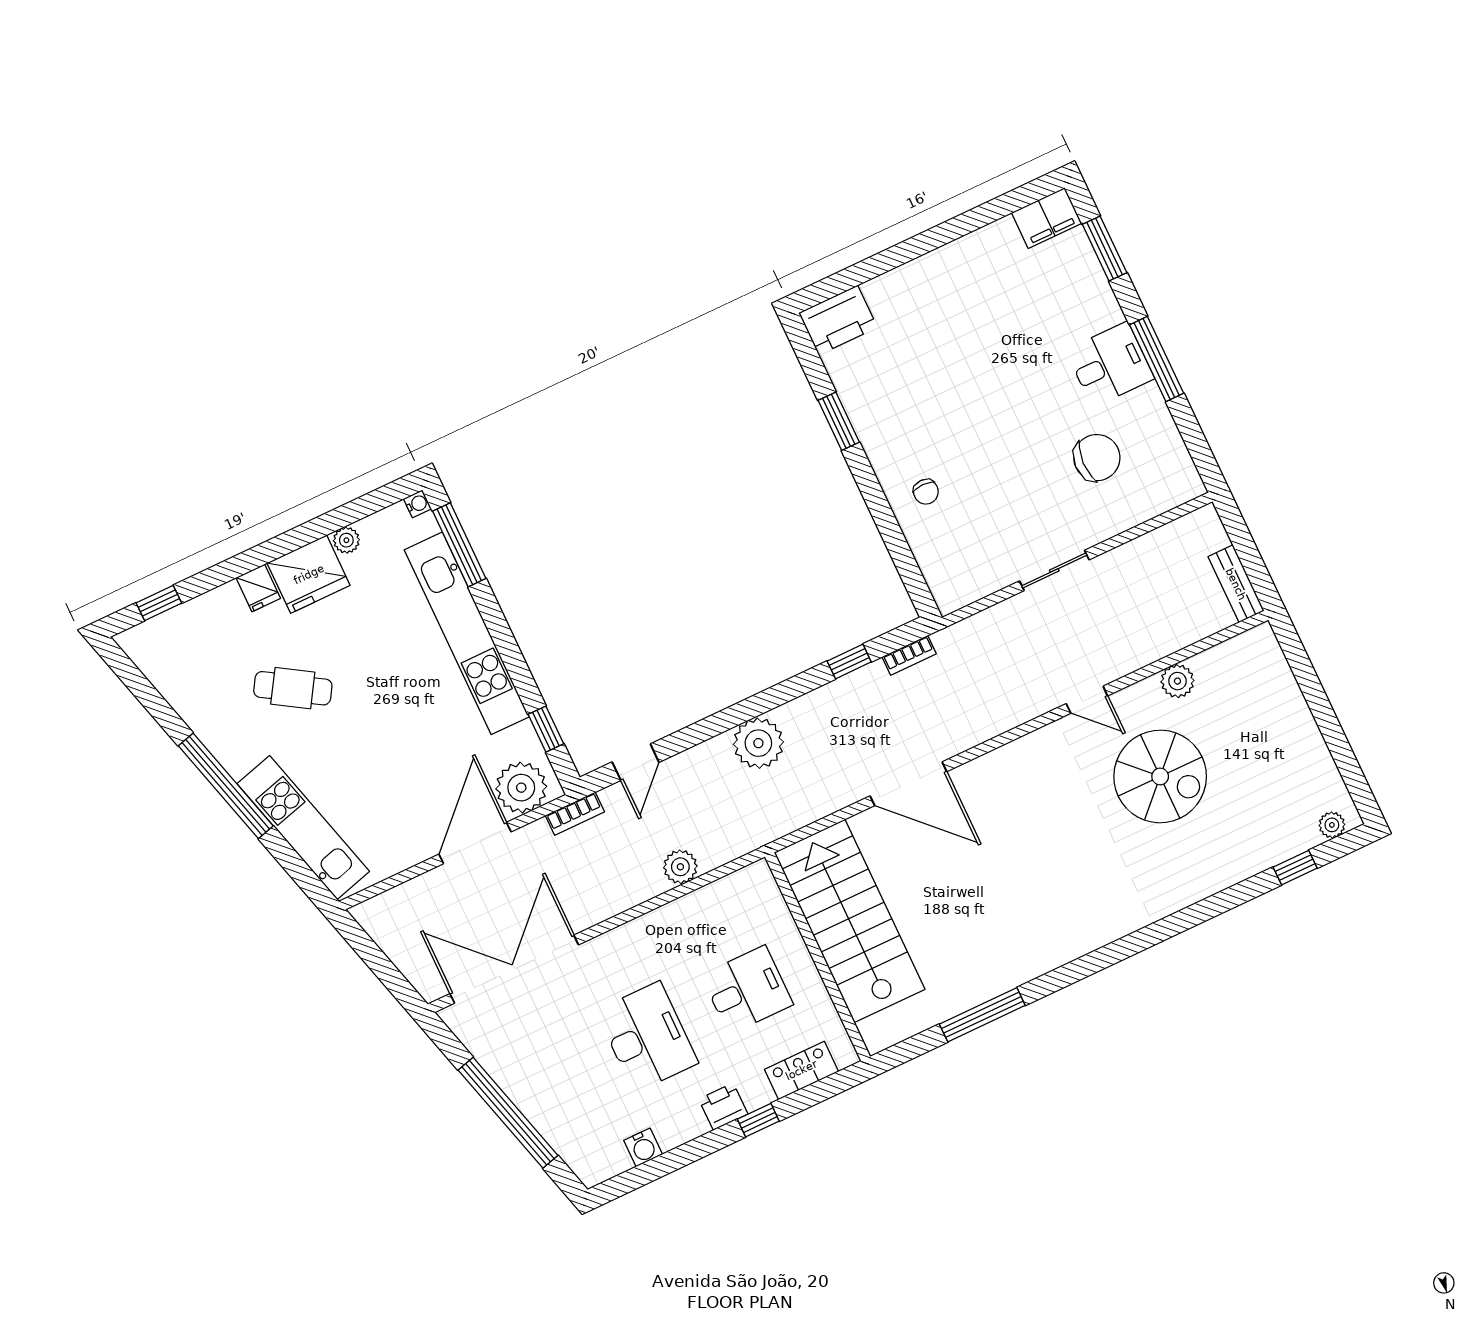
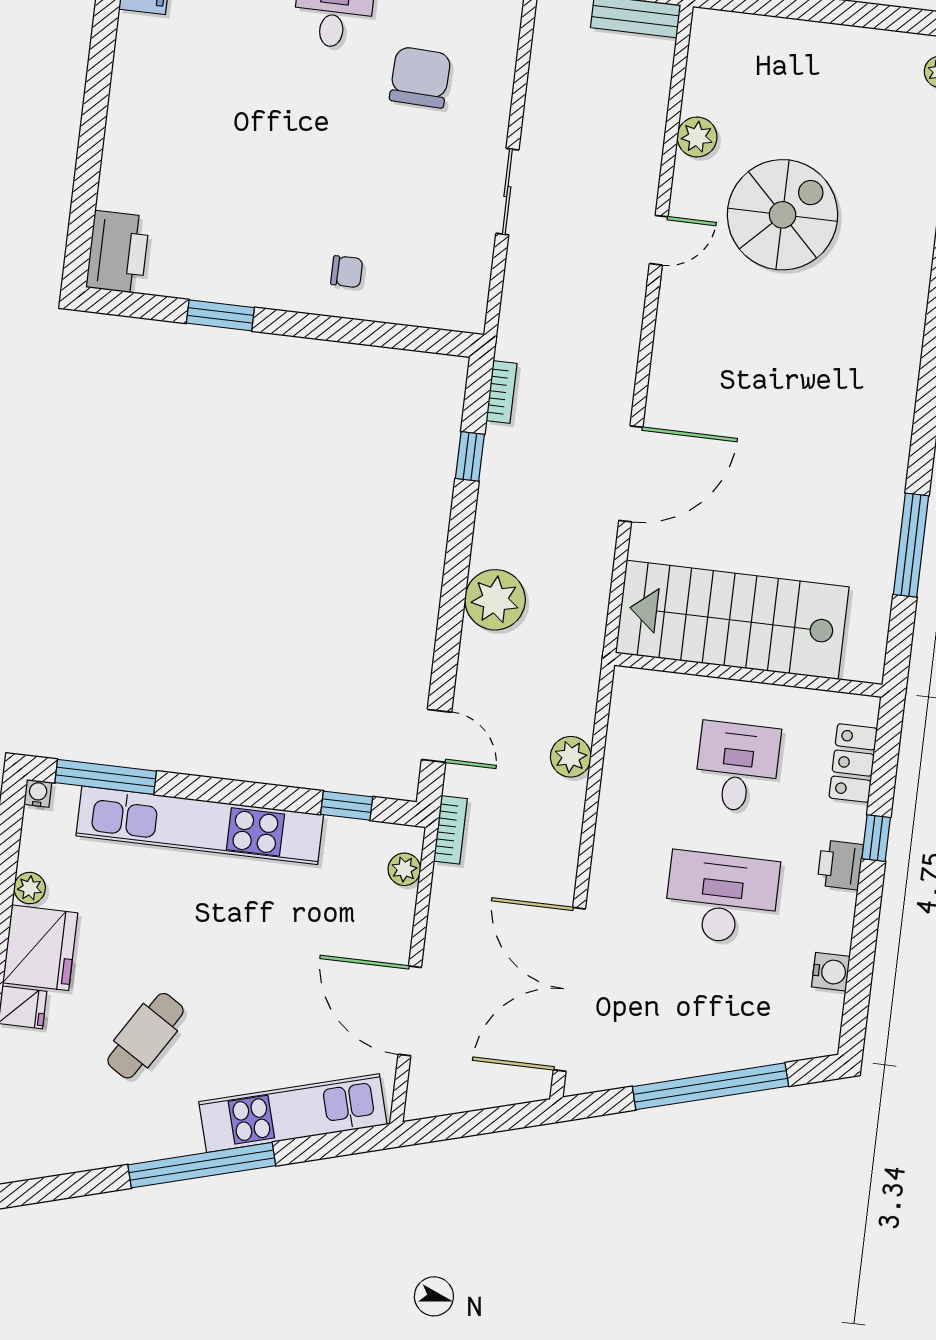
plant: (521, 788) -> (404, 869), width x0.53, depth x0.53
door: (475, 843) -> (410, 1011), moved

